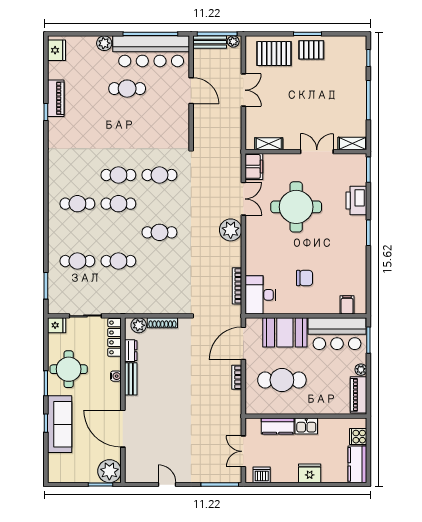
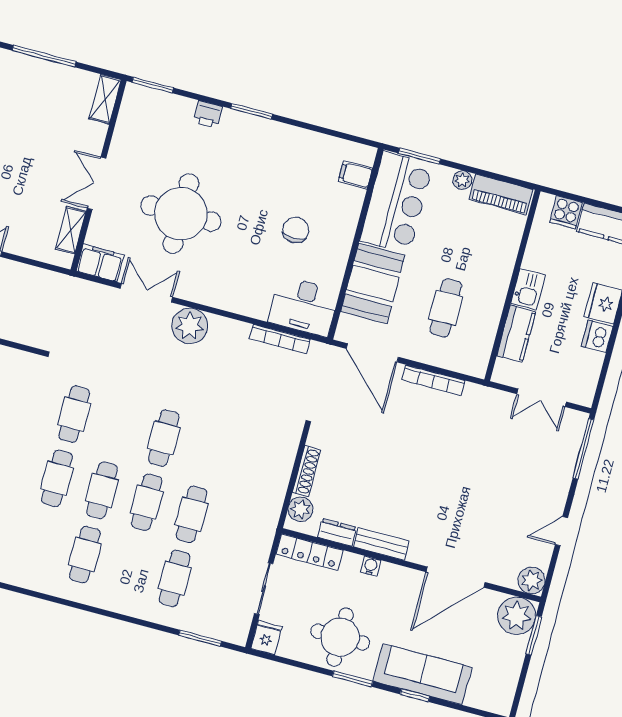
double door: (317, 152) -> (97, 183), moved
printer: (356, 200) -> (208, 114), width x0.53, depth x0.68
cafe table: (118, 232) -> (147, 502), added
bookcase: (237, 377) -> (433, 380), width x1.56
cafe table: (282, 380) -> (446, 308), width x0.73, depth x0.74
plant: (133, 474) -> (532, 580), added
dishwasher: (262, 475) -> (597, 336), moved

